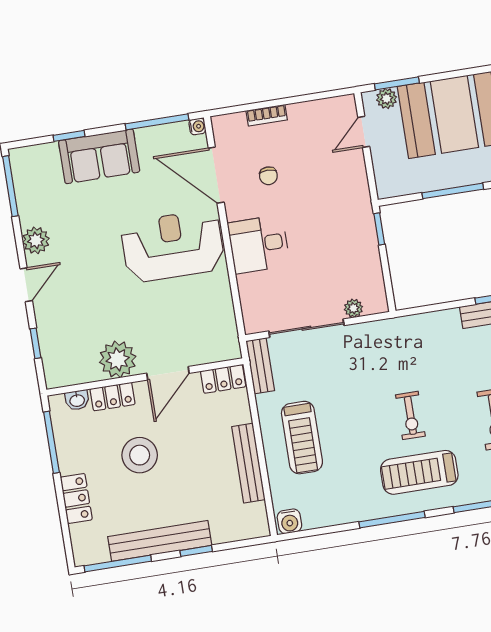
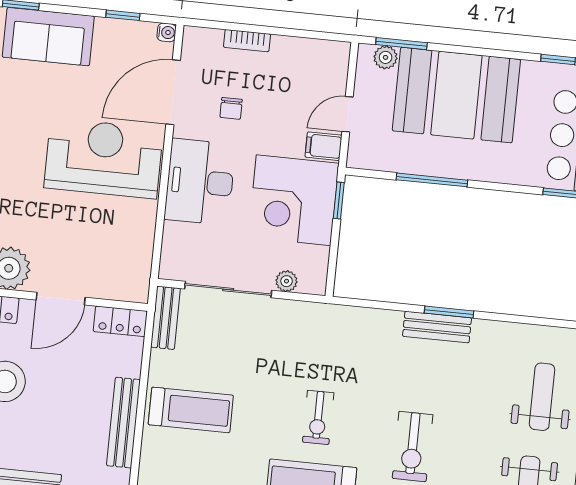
window: (157, 122) -> (123, 15), width x0.46
door: (364, 132) -> (348, 114), moved
door: (216, 175) -> (173, 92), hinge flipped
filing cabinet: (354, 187) -> (323, 146), added
corner desk: (341, 239) -> (294, 200), added
desk: (259, 244) -> (200, 182), width x1.37
treadmill: (302, 438) -> (191, 410), turned -90

